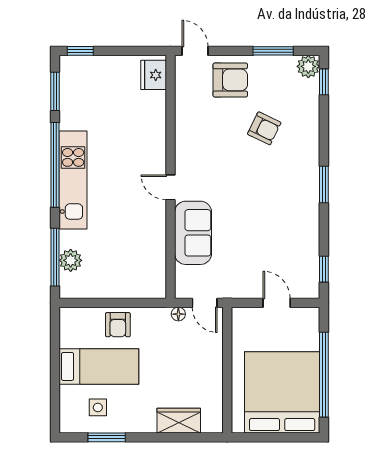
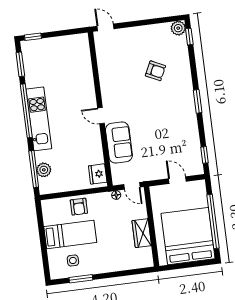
window: (273, 51) -> (155, 21), removed
fridge: (154, 75) -> (98, 174), moved
armchair: (230, 80) -> (130, 43), removed
wardrobe: (179, 421) -> (142, 233), moved, turned -90

